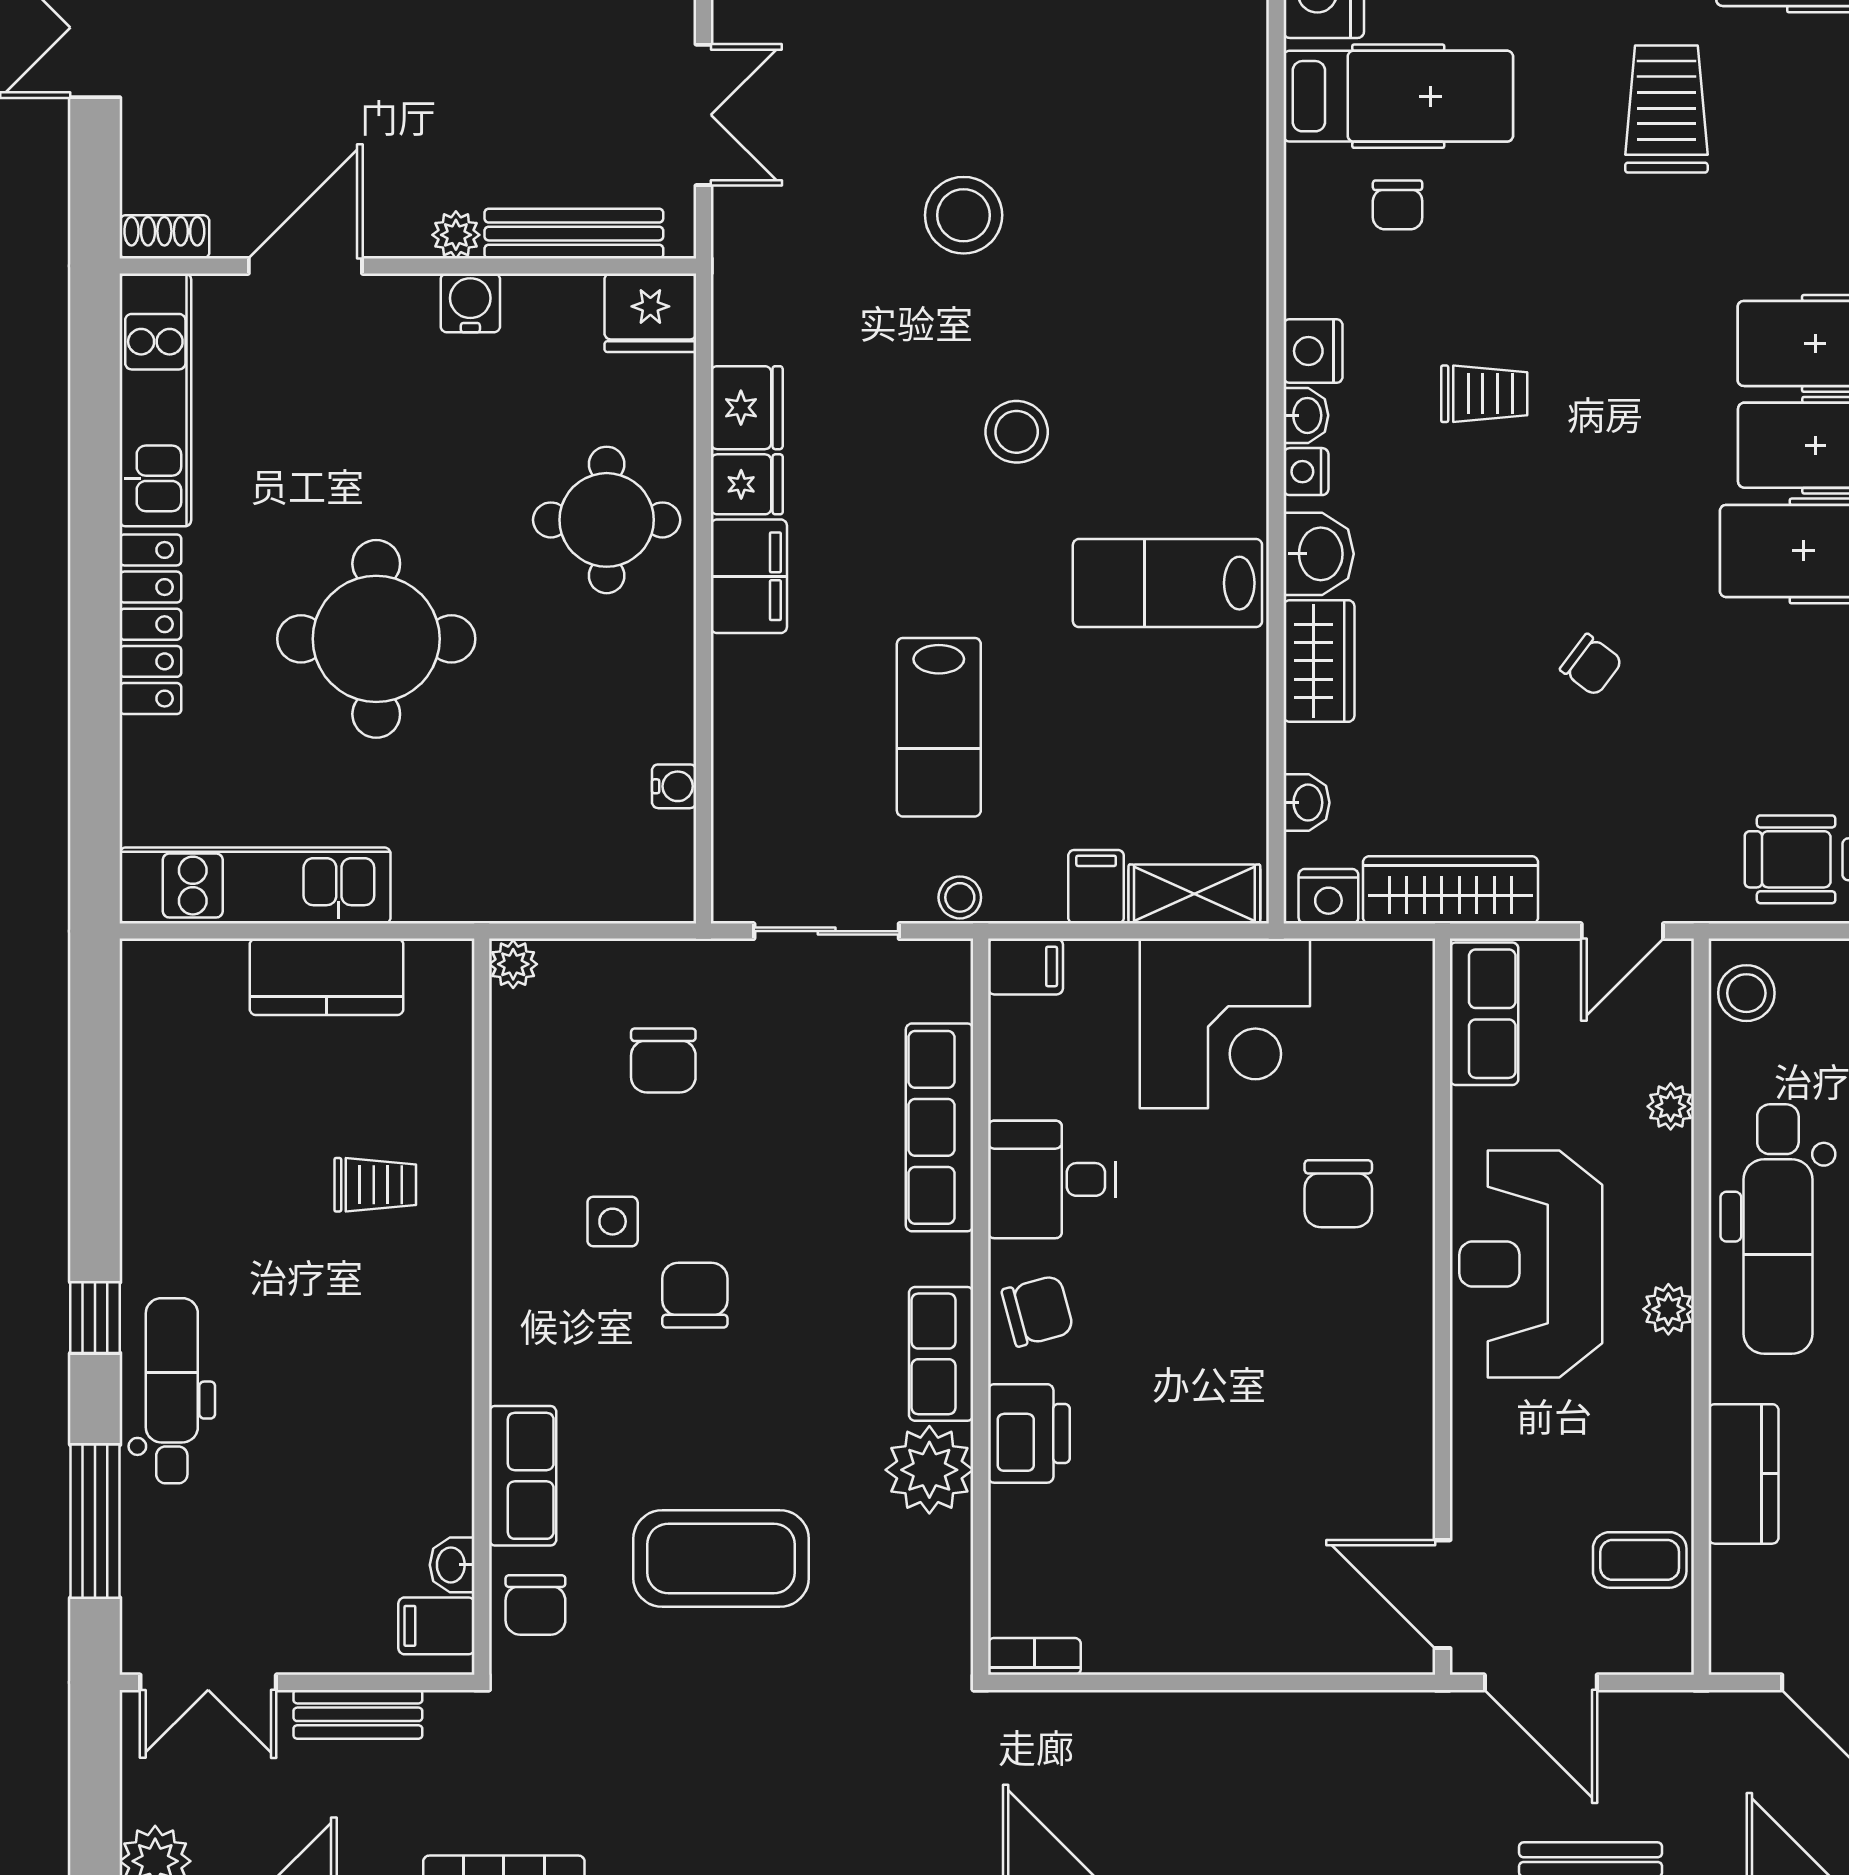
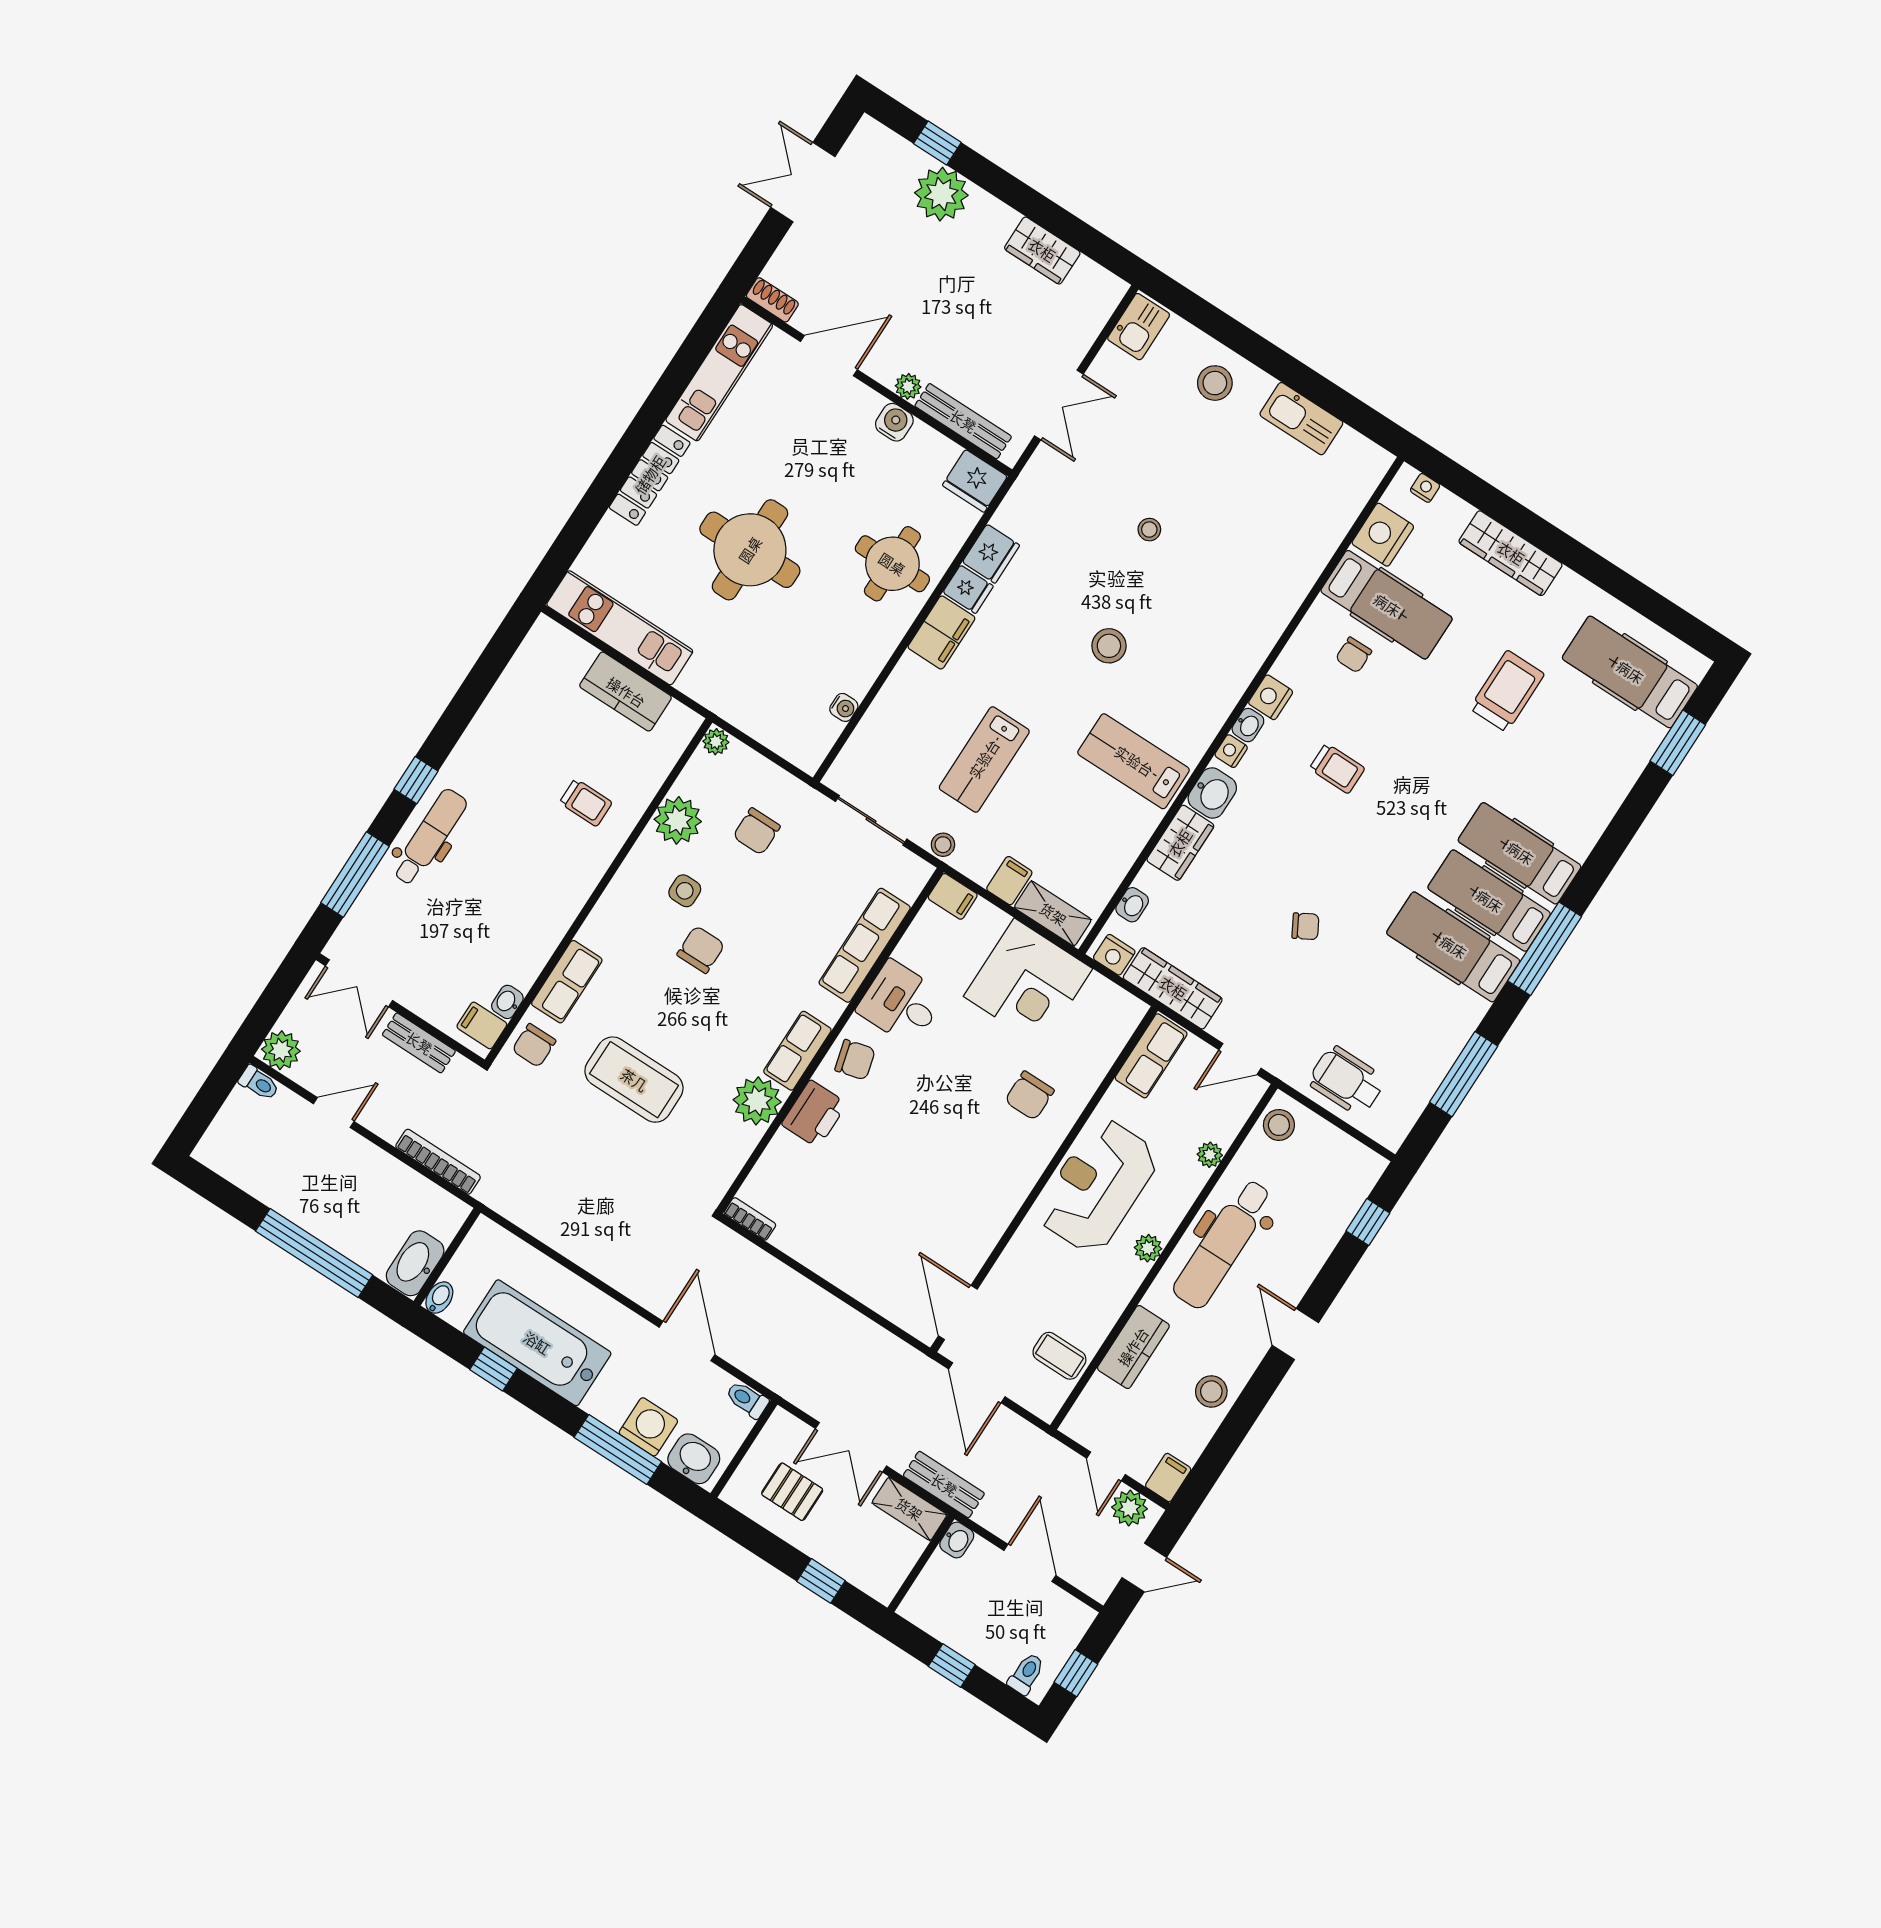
stool: (964, 215) -> (1149, 530), width x0.53, depth x0.53
chair: (1591, 665) -> (1305, 926), turned -66
plant: (533, 1121) -> (678, 820), added

